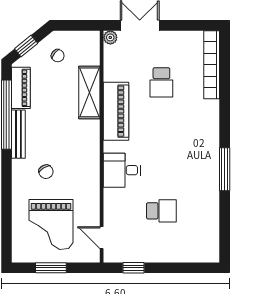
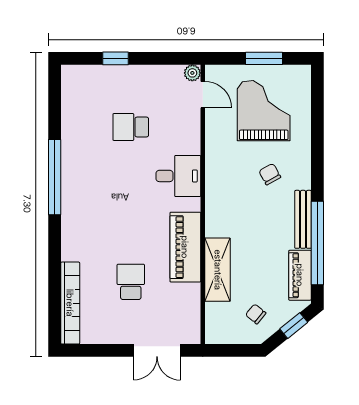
plant: (110, 37) -> (192, 73), moved
window: (225, 169) -> (55, 177), width x1.46
window: (133, 268) -> (115, 58), moved

